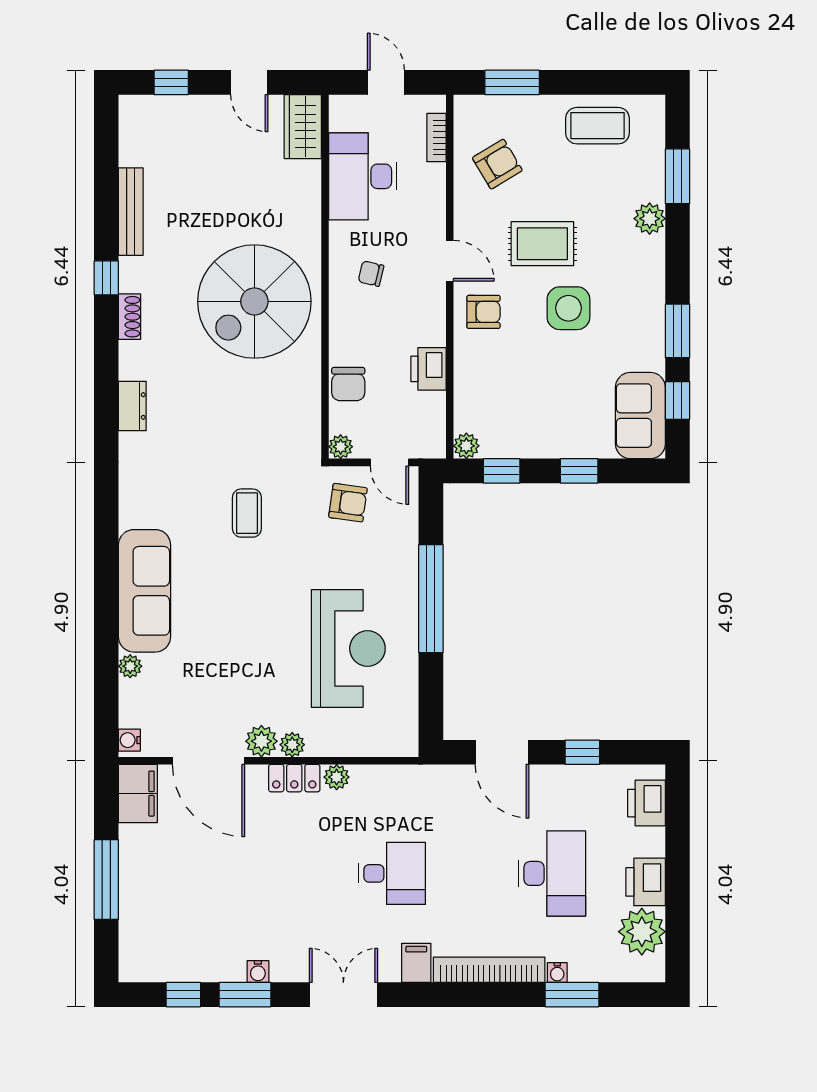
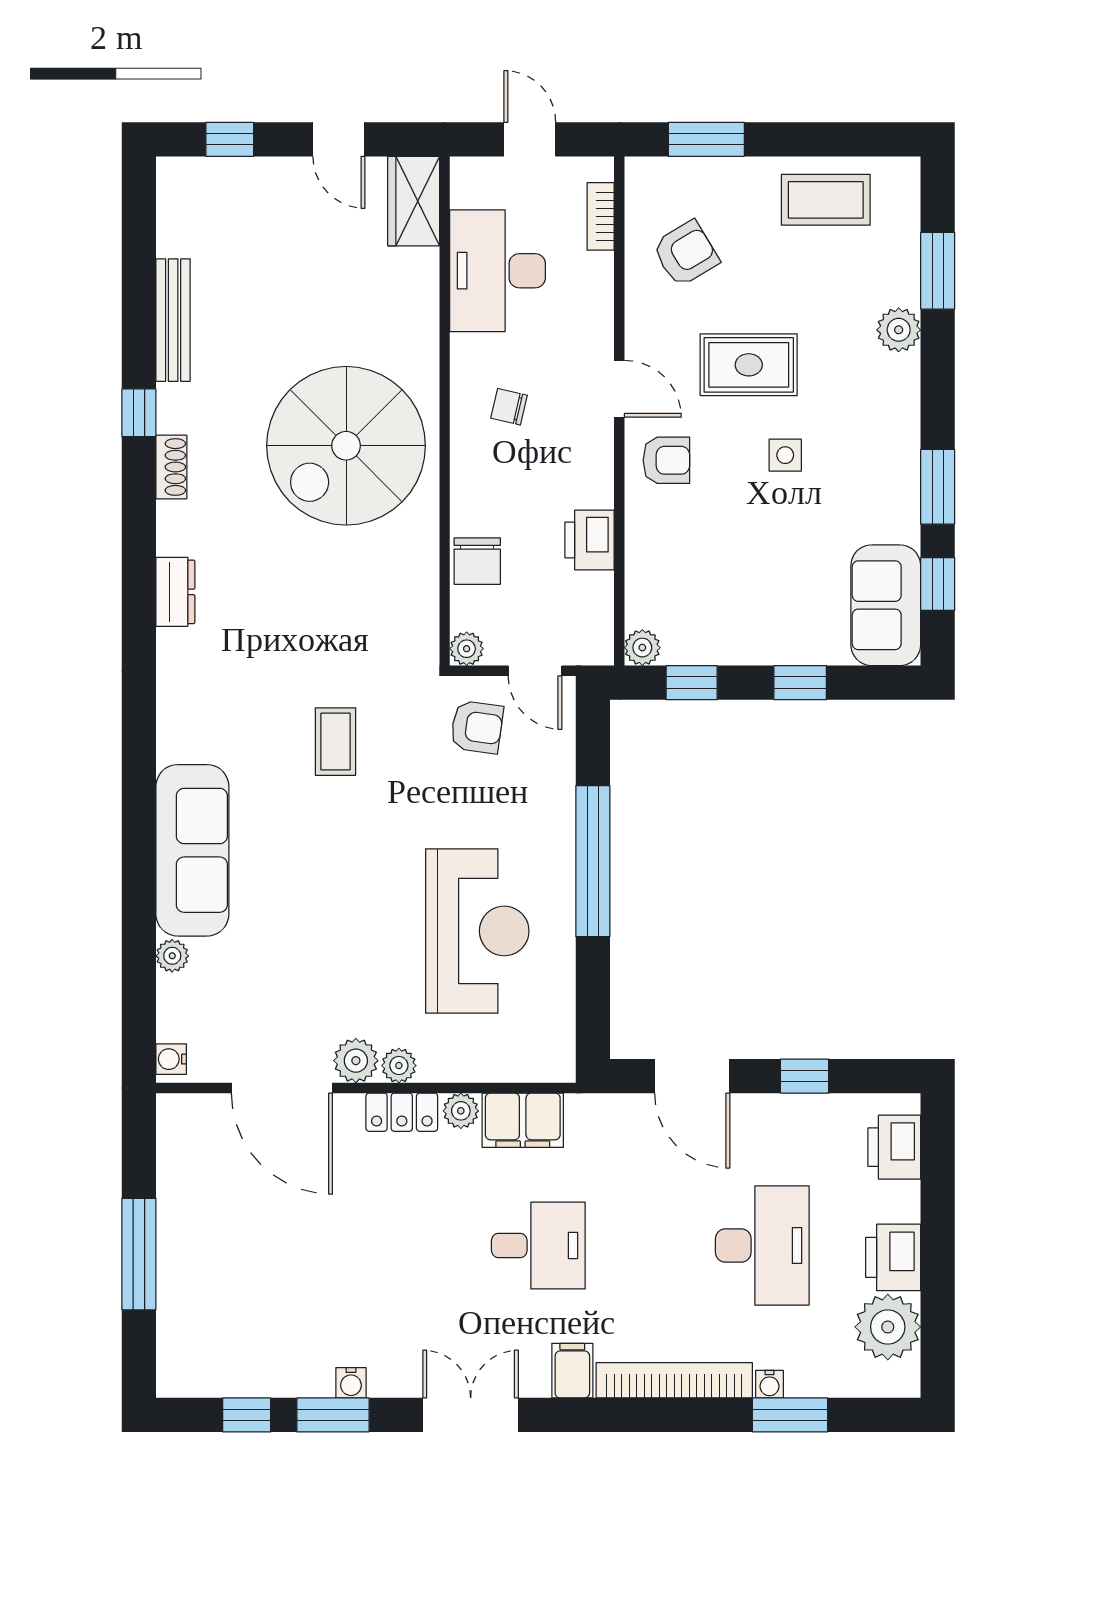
side table: (568, 308) -> (785, 455), width x0.54, depth x0.54
filing cabinet: (138, 794) -> (523, 1120), moved, turned 90

